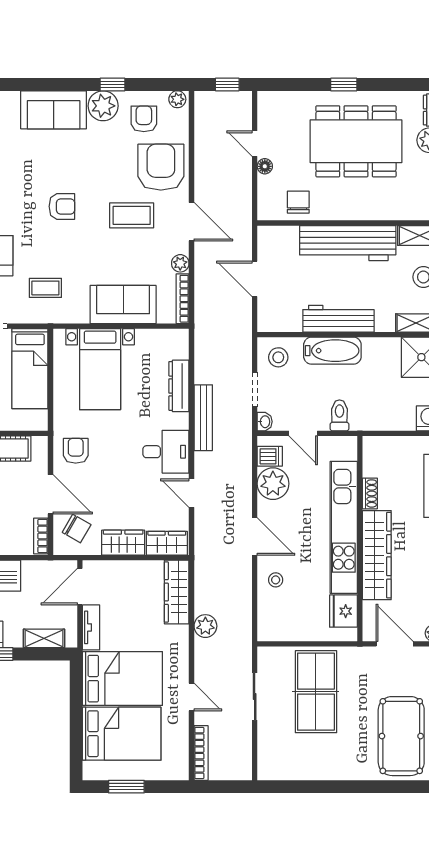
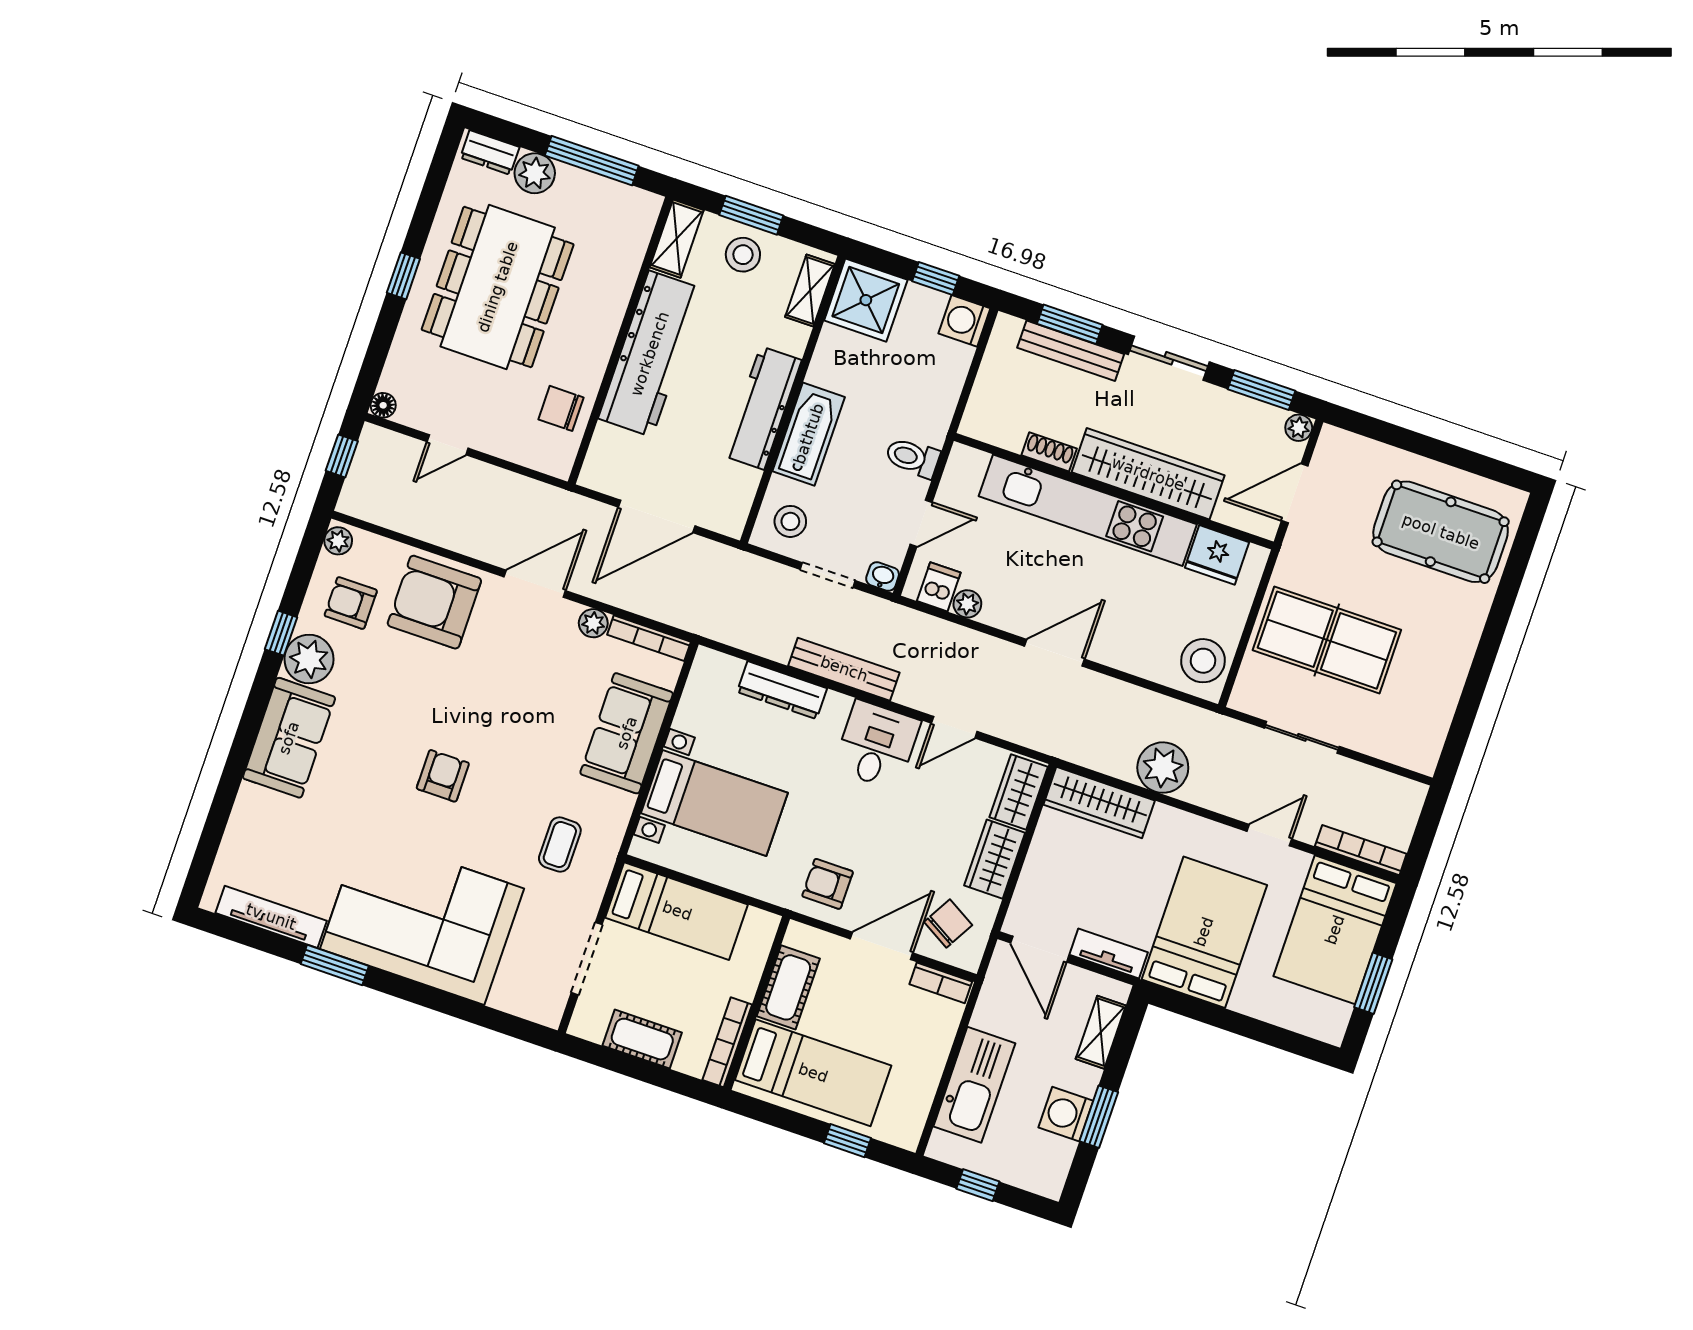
floor lamp: (265, 166) -> (383, 405), moved
coffee table: (132, 215) -> (493, 673), removed
door: (255, 279) -> (657, 516), width x1.36
plant: (273, 484) -> (967, 604), width x0.53, depth x0.53
stool: (276, 580) -> (1203, 661), moved, width x1.89, depth x1.89
plant: (205, 626) -> (1163, 768), width x1.36, depth x1.36
bed: (122, 734) -> (1335, 930), moved, turned 180

